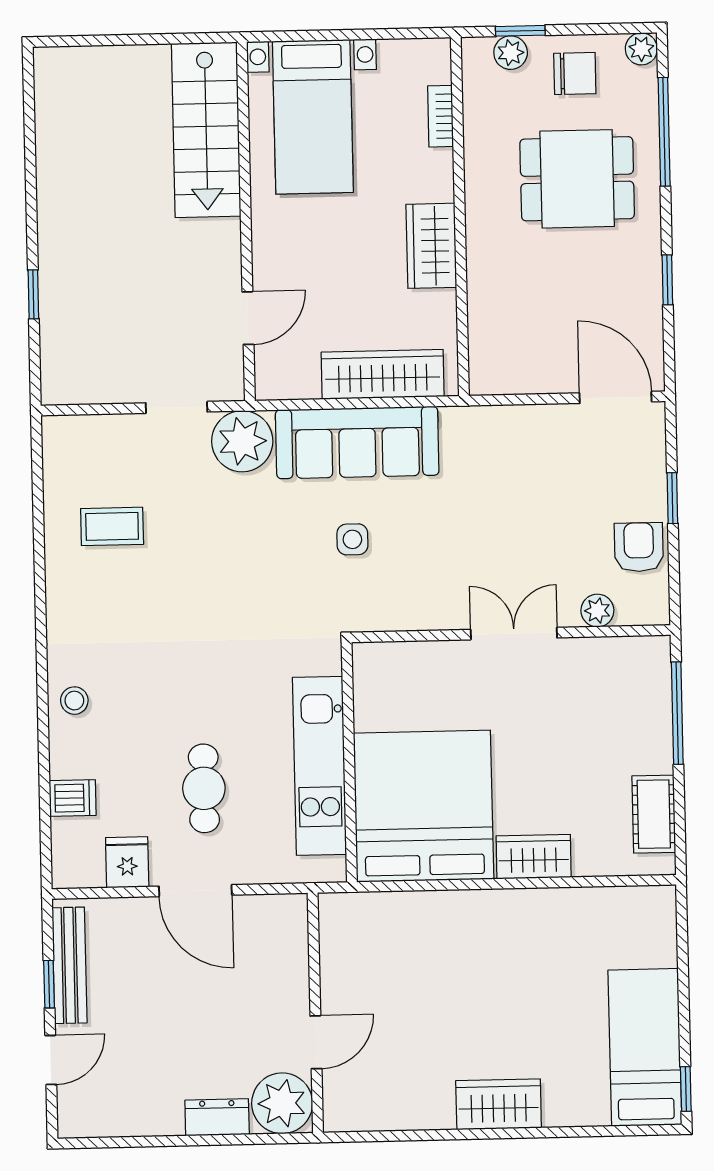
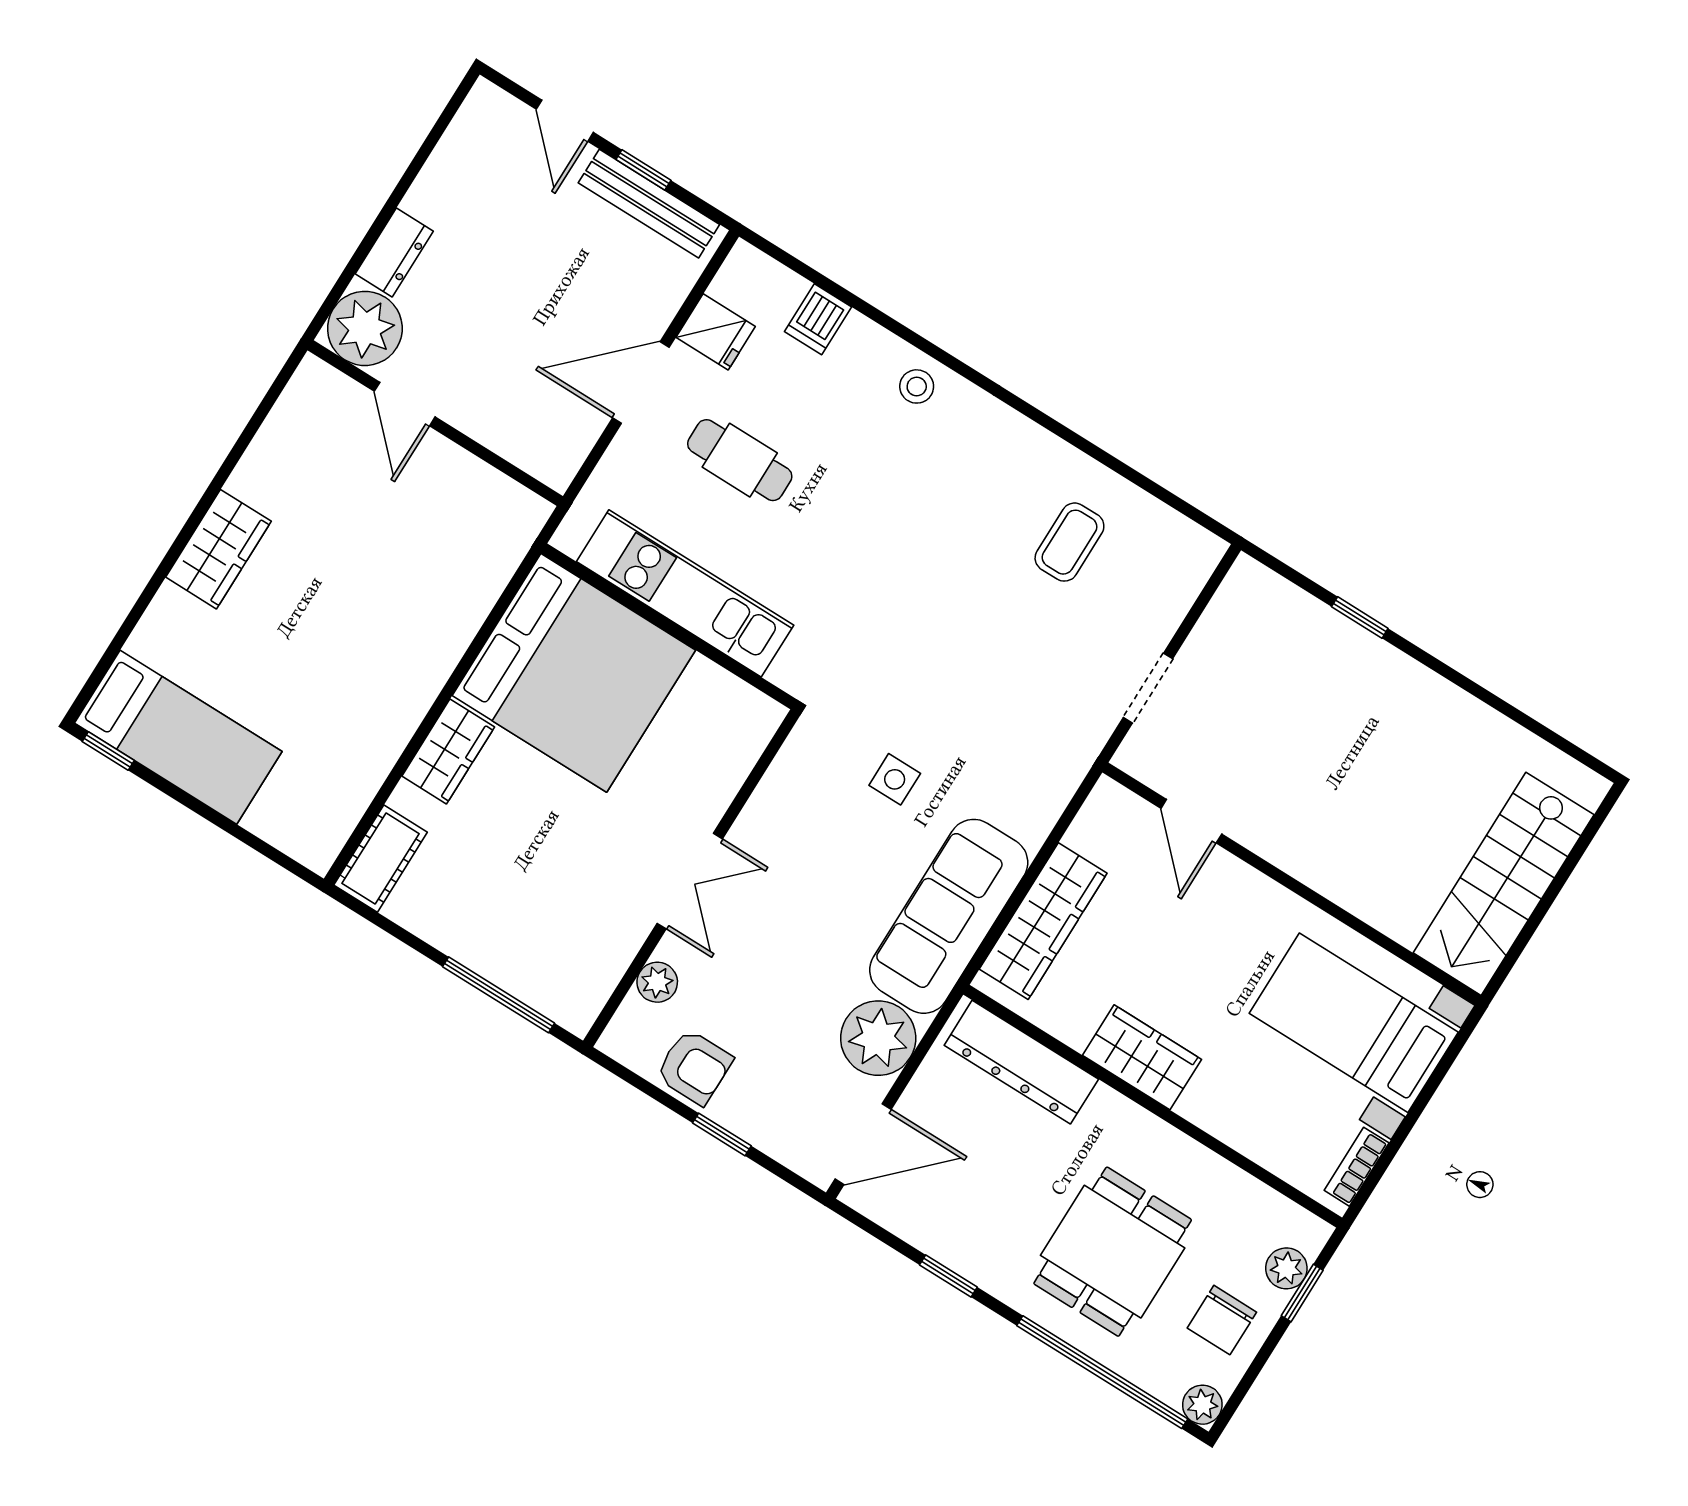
bookcase: (441, 116) -> (1357, 1167), moved, turned -90
stairs: (206, 130) -> (1504, 884), moved, turned -90
window: (664, 132) -> (1102, 1372), width x1.46
dresser: (489, 326) -> (1021, 1062), added
plant: (242, 441) -> (878, 1038), moved
sofa: (357, 443) -> (949, 916), moved
cot: (654, 814) -> (381, 859), moved, turned 90

